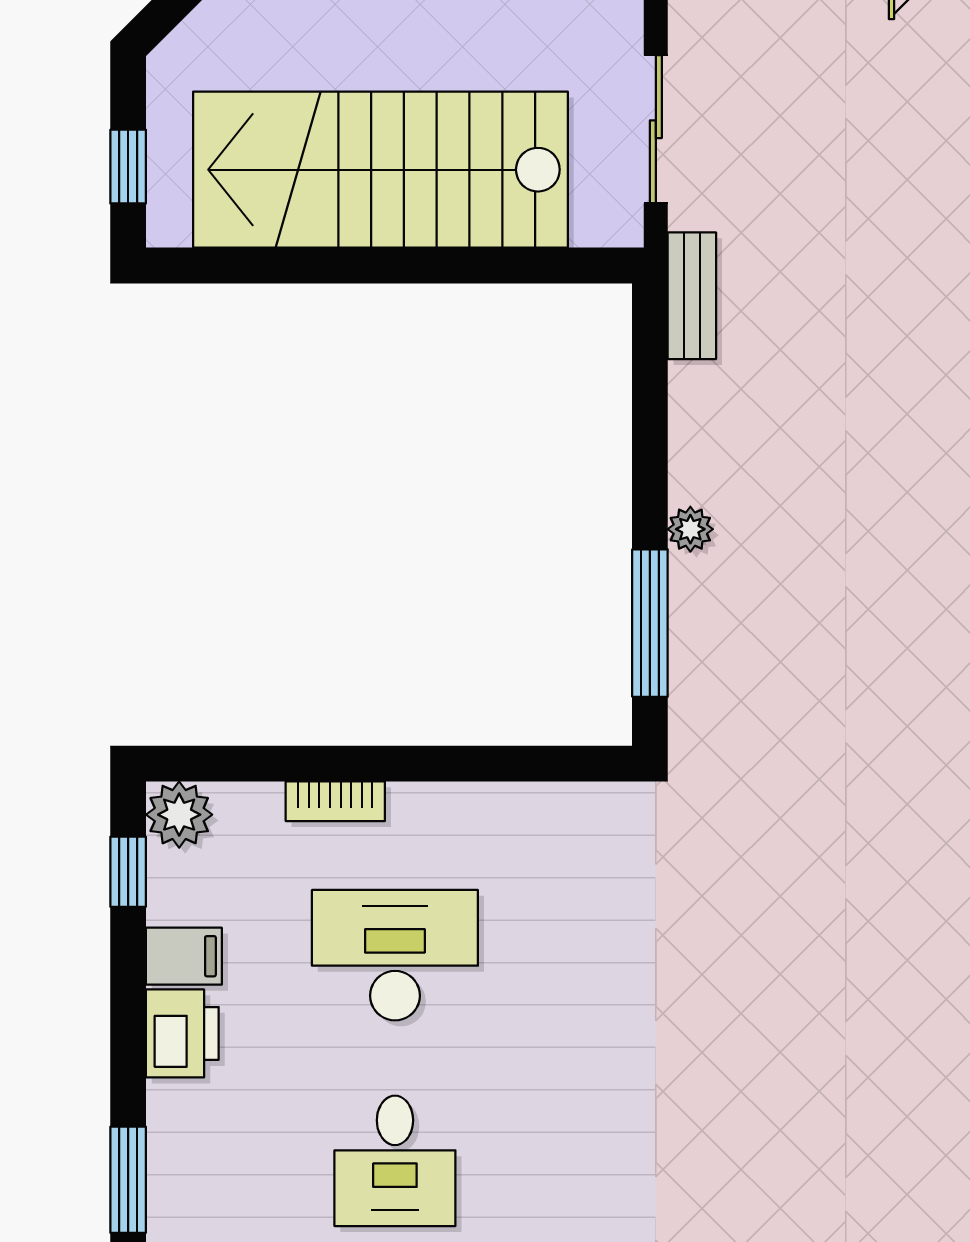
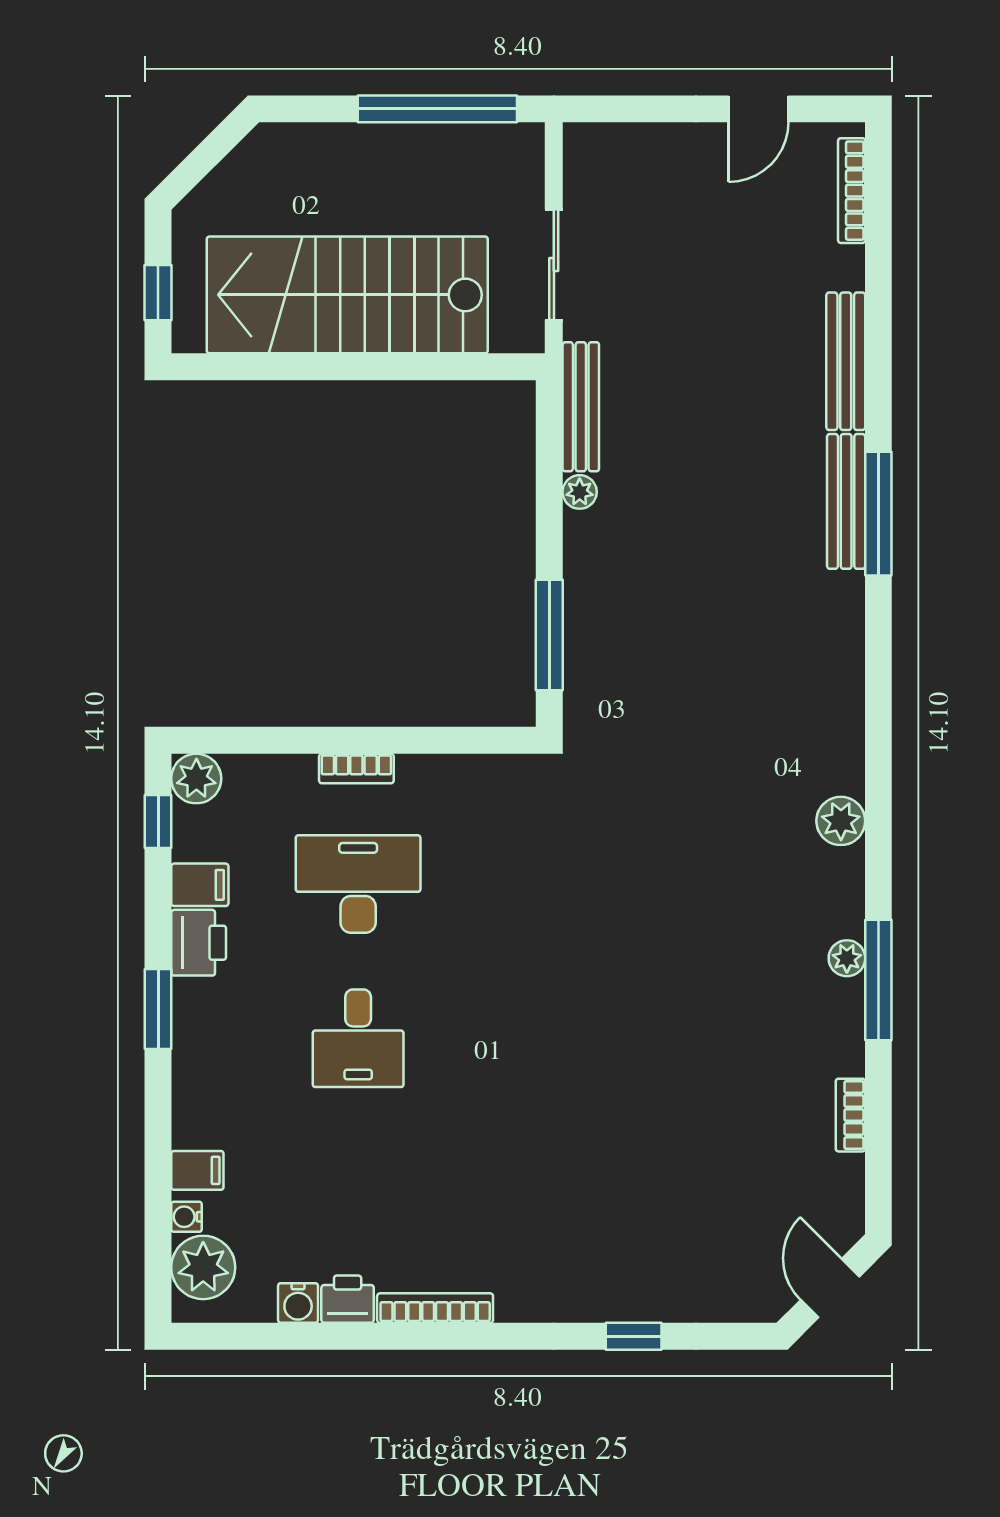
bench: (692, 296) -> (581, 407), width x1.36
plant: (690, 529) -> (580, 492), moved
bookcase: (335, 801) -> (356, 769), moved
window: (128, 1180) -> (158, 1009), moved

